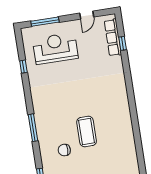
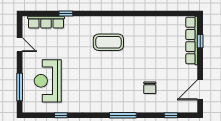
window: (123, 43) -> (66, 14), moved
coffee table: (87, 132) -> (108, 42), moved

